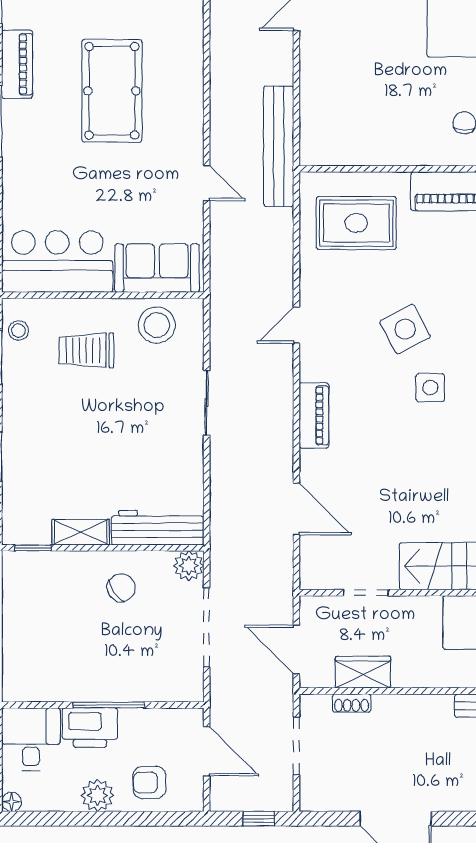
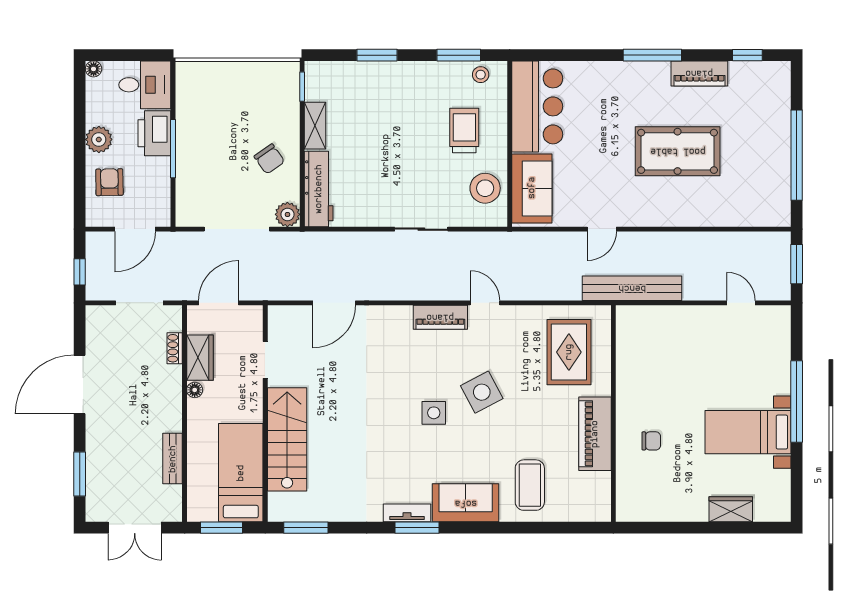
piano: (314, 415) -> (440, 317), moved
floor lamp: (402, 679) -> (195, 390), added

